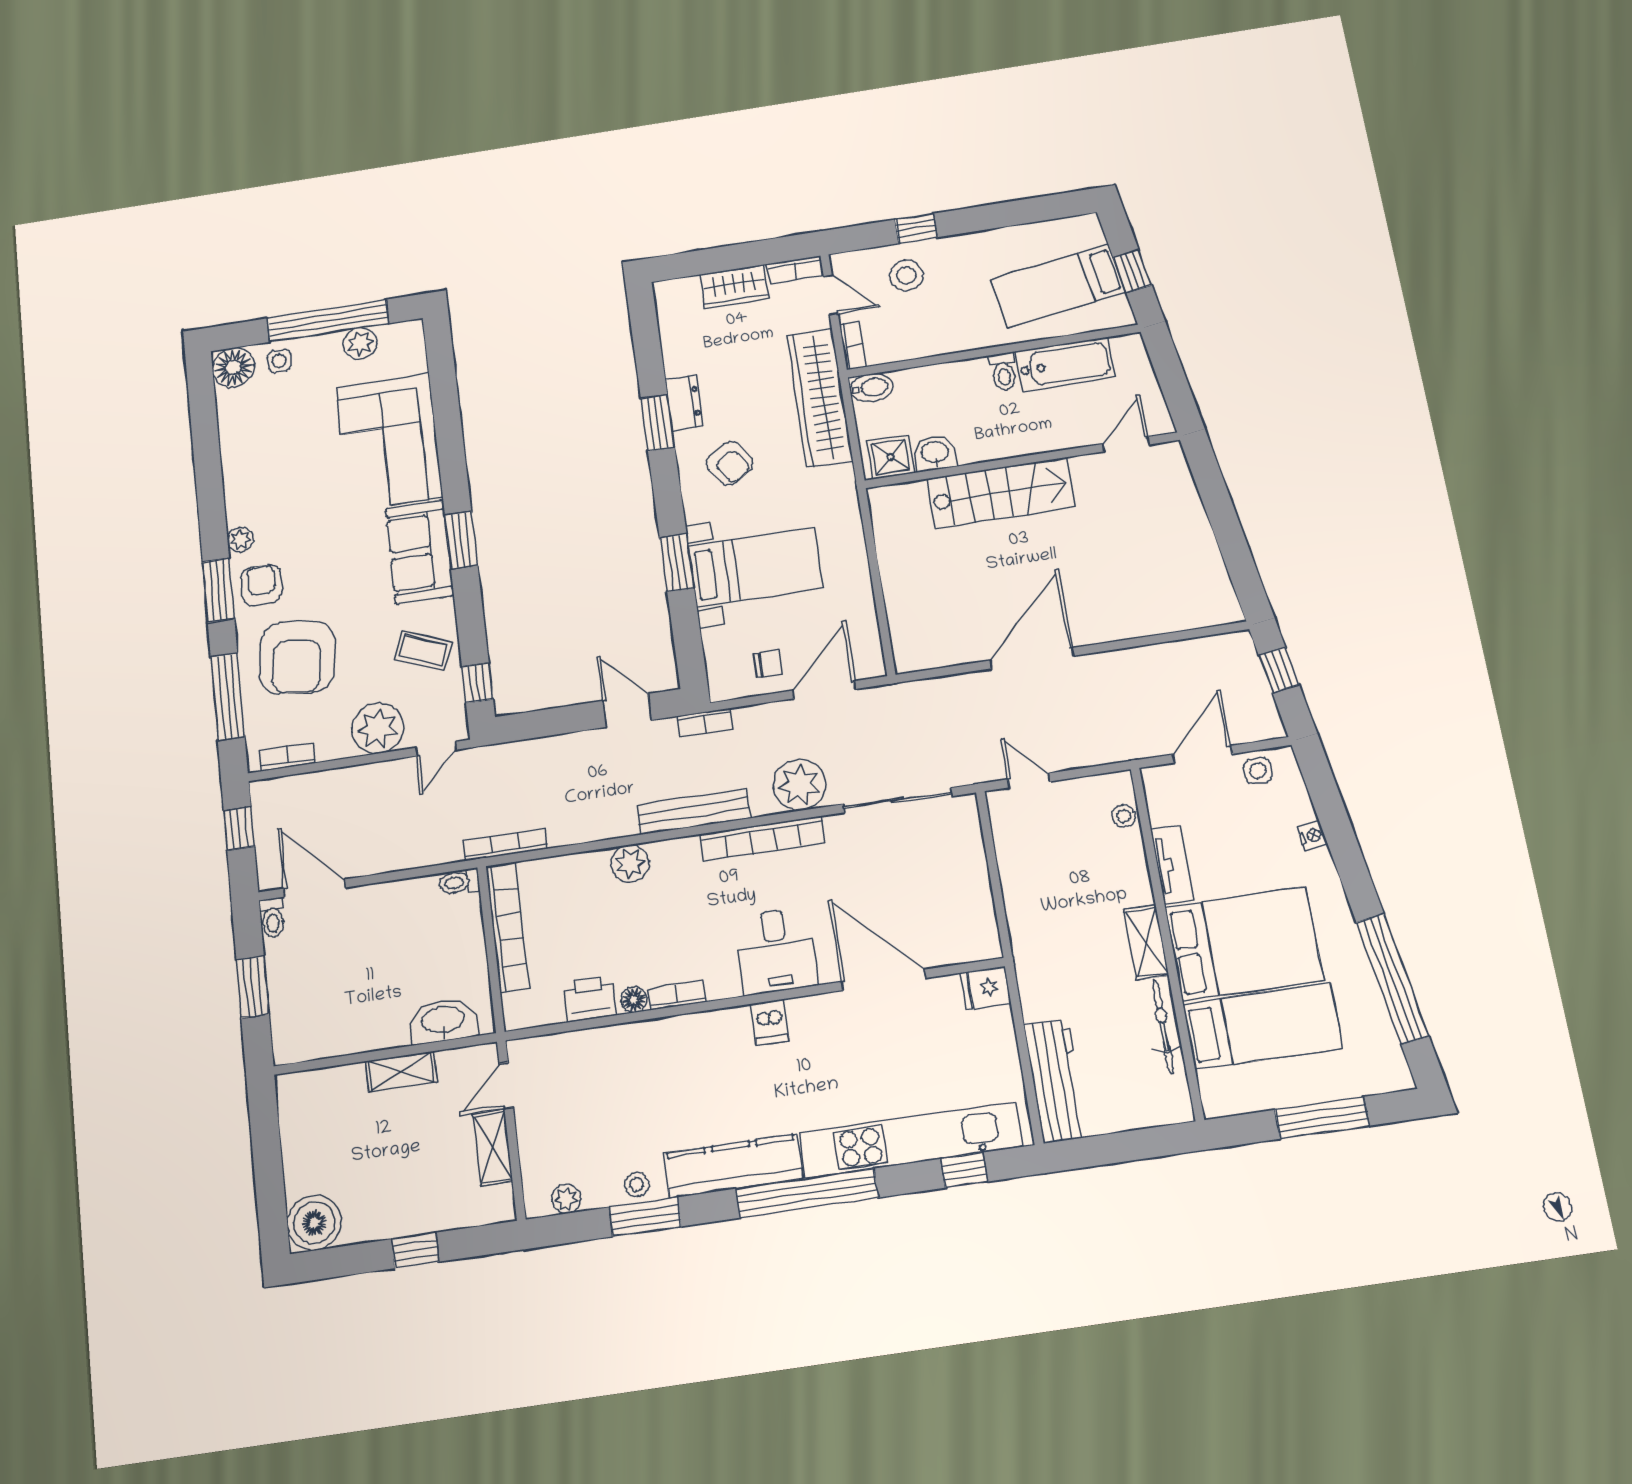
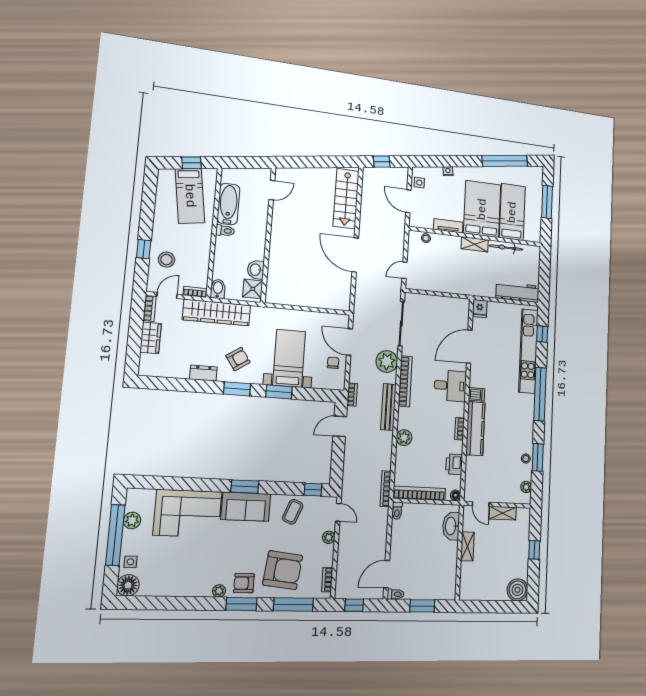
window: (658, 423) -> (237, 389), moved
door: (1126, 444) -> (272, 190), swing flipped
stairs: (1001, 493) -> (346, 199), moved, turned 180
plant: (378, 728) -> (329, 537), width x0.53, depth x0.53
floor lamp: (634, 1000) -> (456, 495), moved
kitchen counter: (733, 1166) -> (475, 429), moved, turned 180

